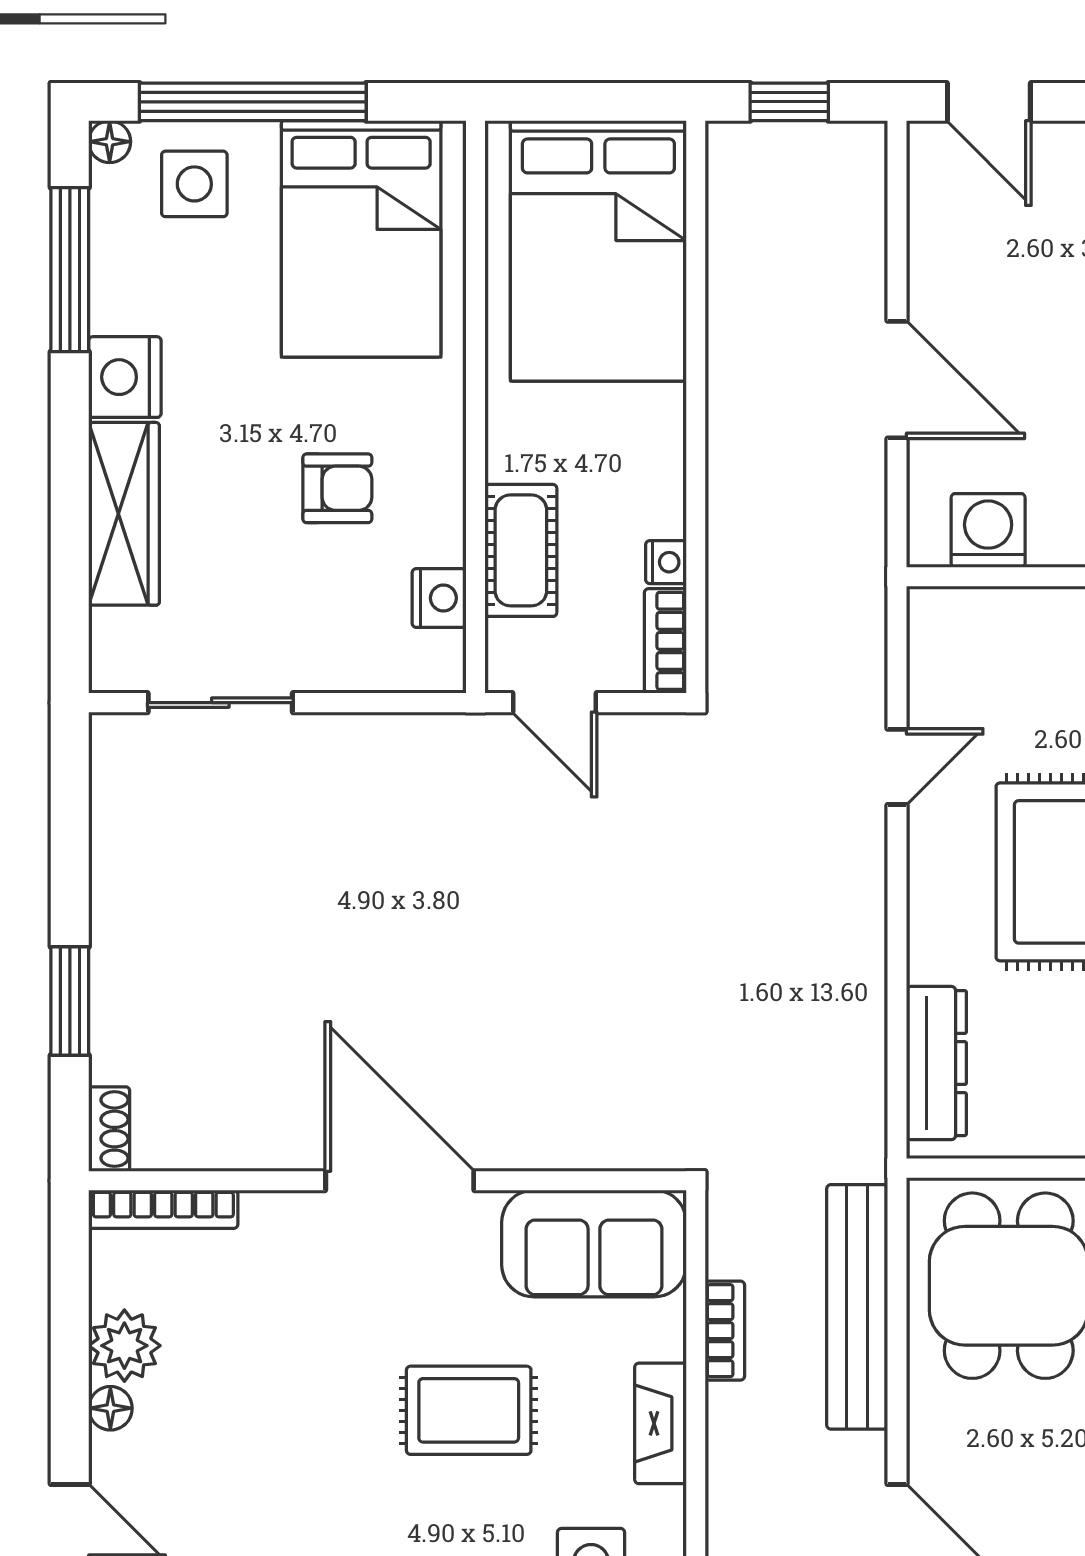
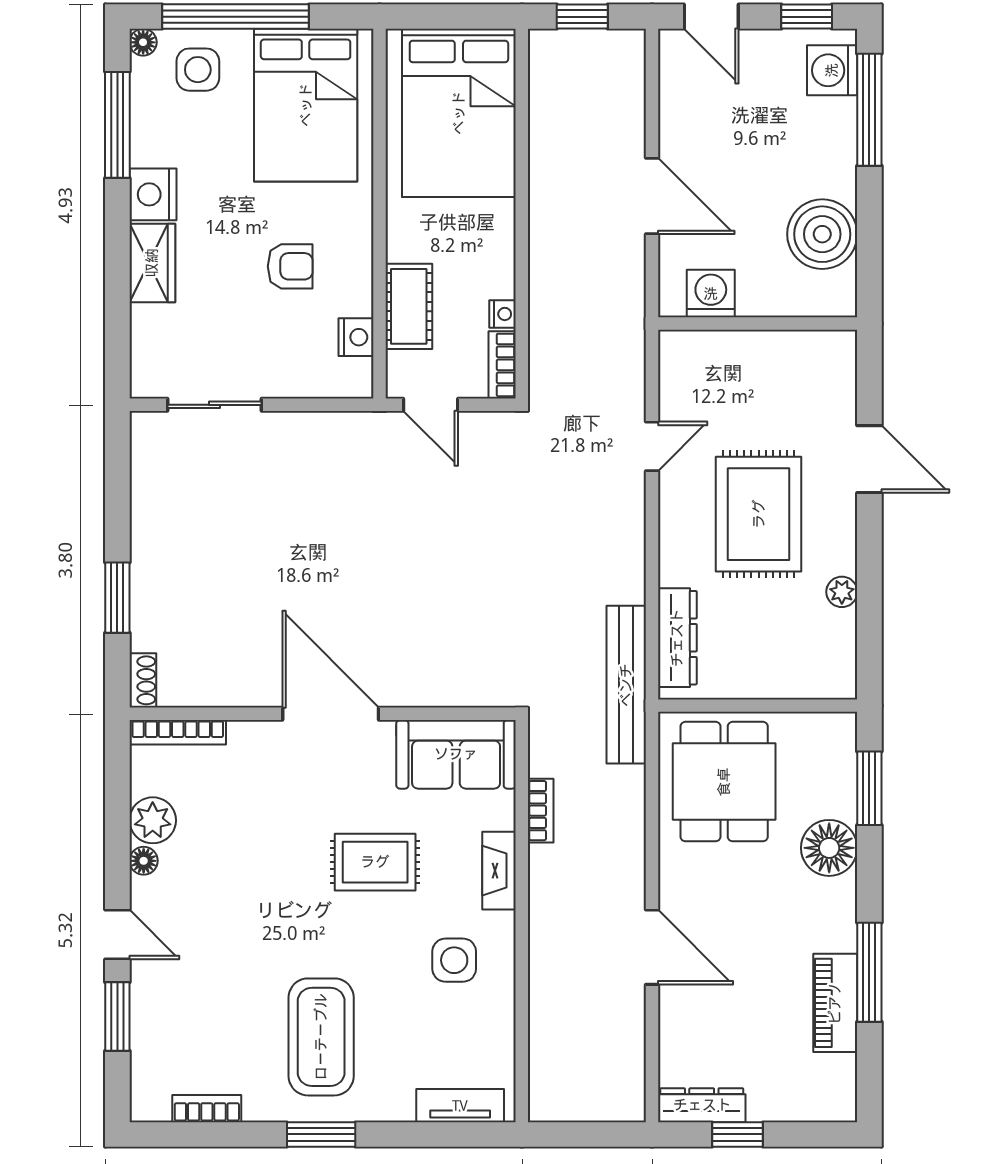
wardrobe: (124, 514) -> (152, 263), width x0.67
bench: (857, 1307) -> (626, 685), moved

